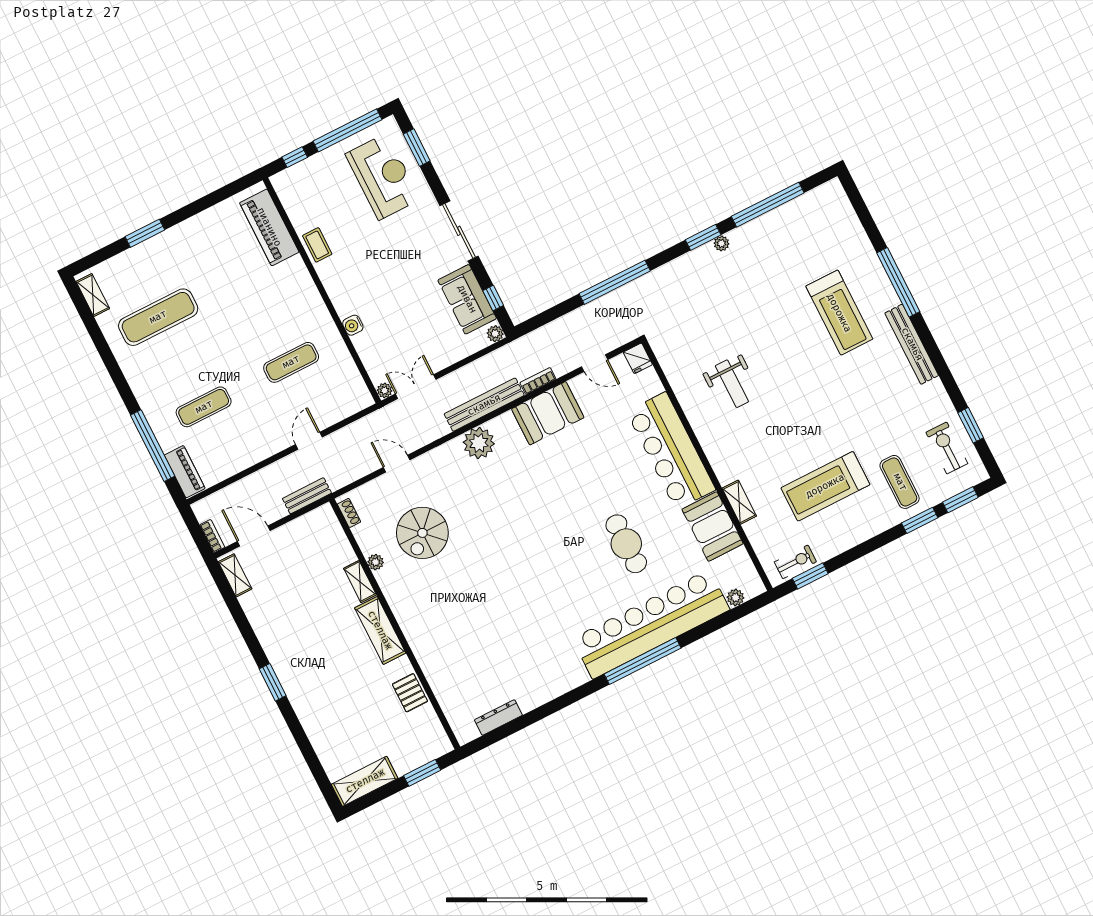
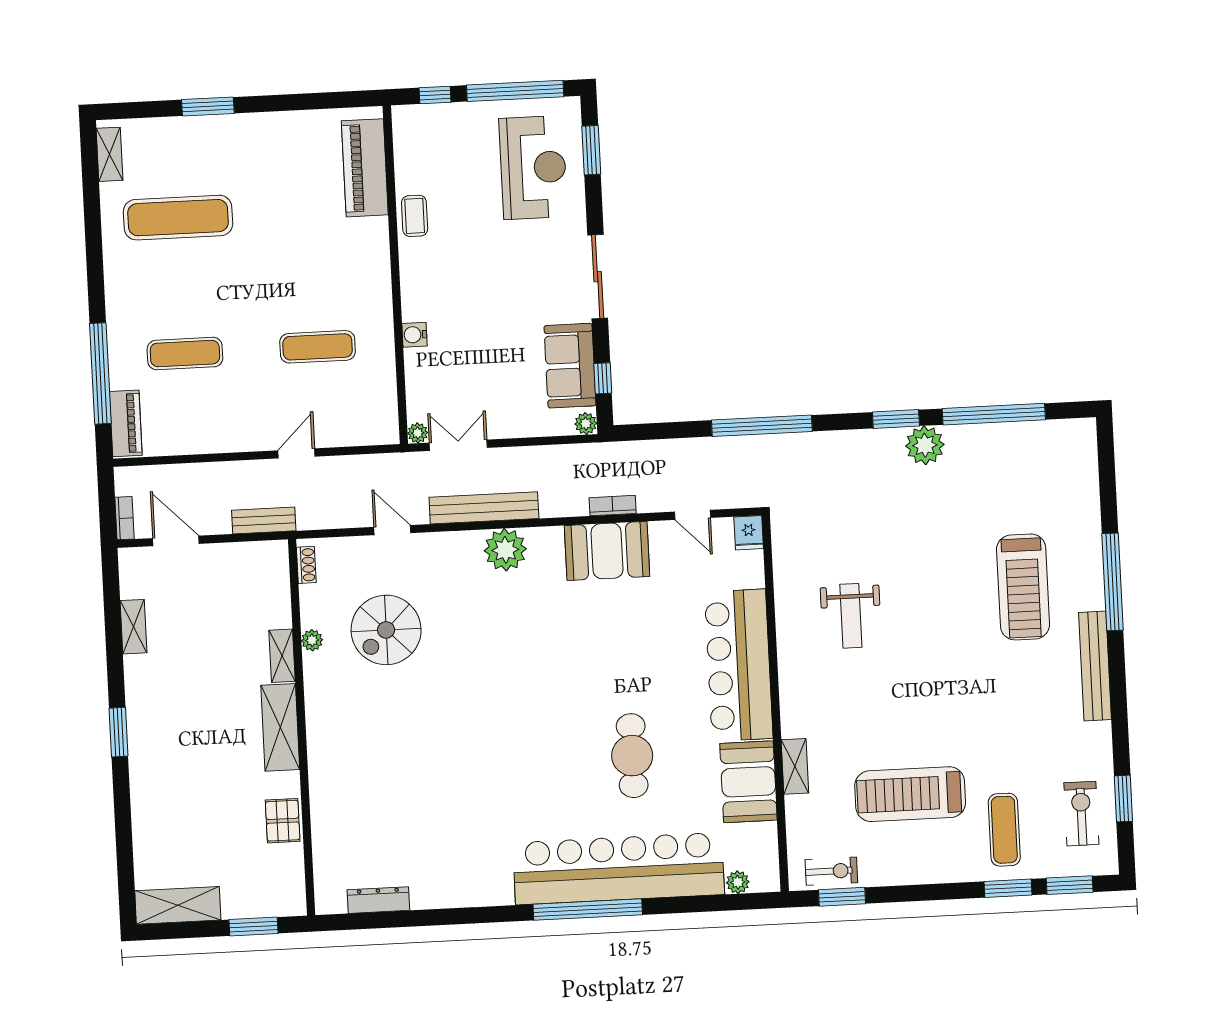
plant: (721, 243) -> (925, 445), width x1.88, depth x1.88
bench: (484, 405) -> (484, 508), moved
shelving: (235, 575) -> (133, 627), moved

